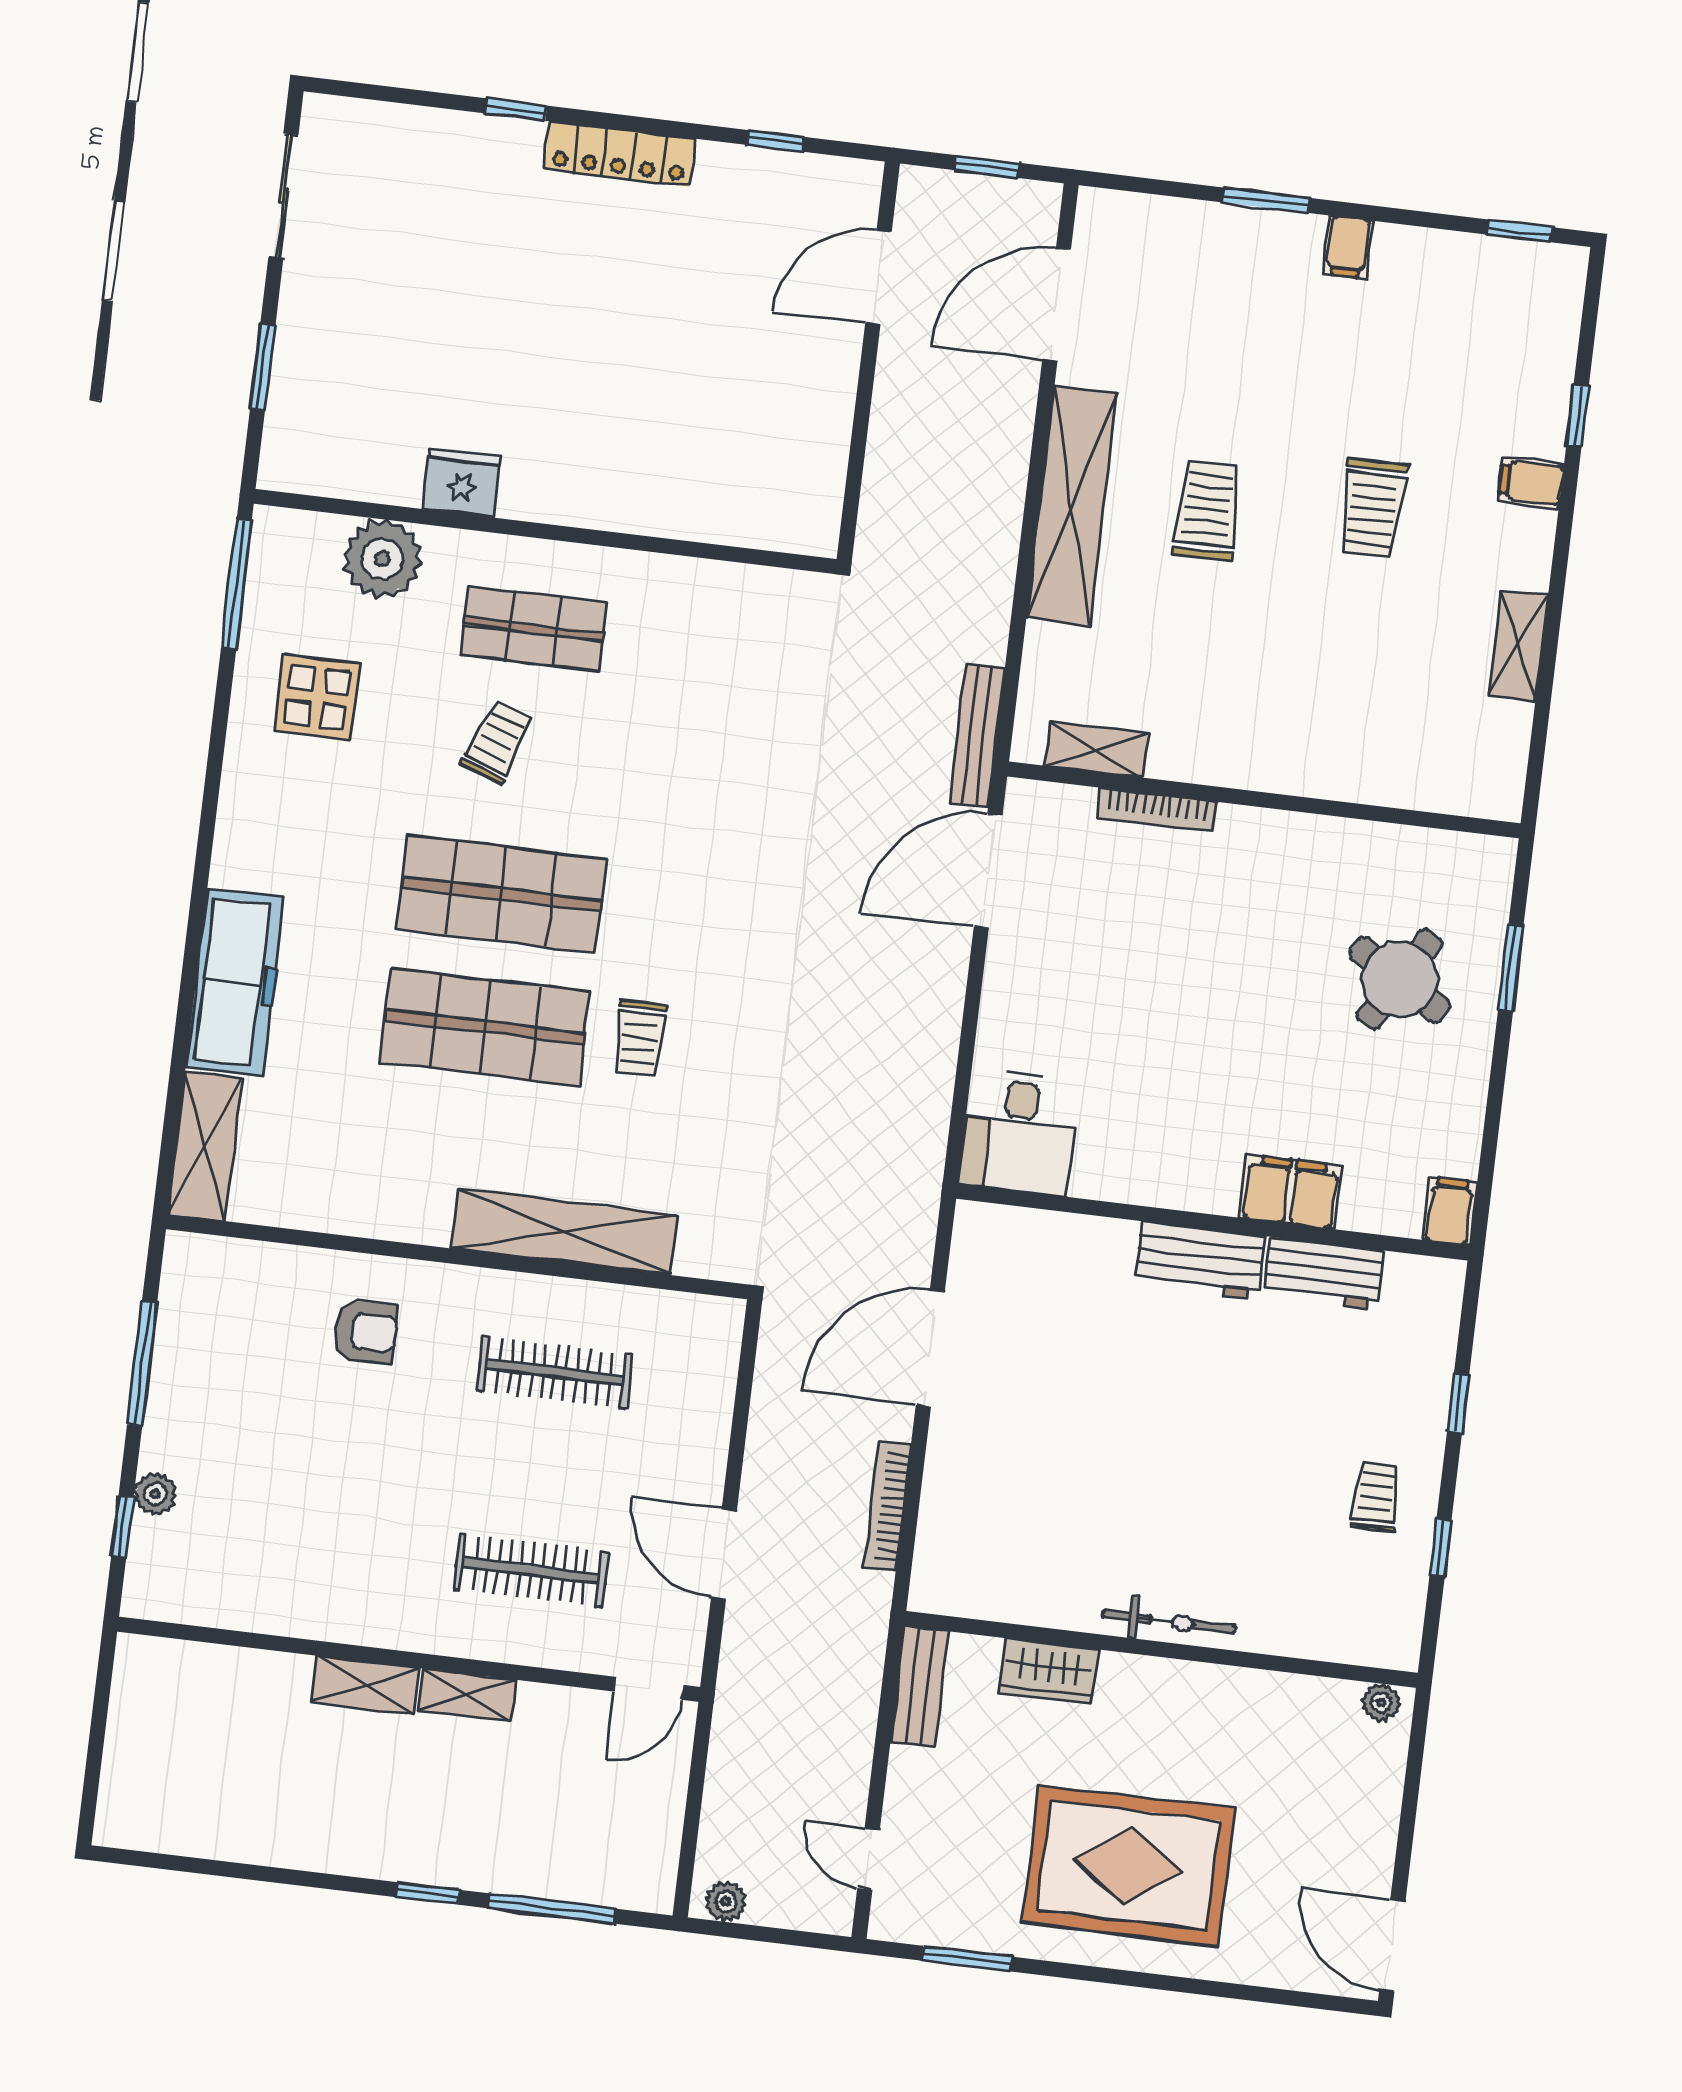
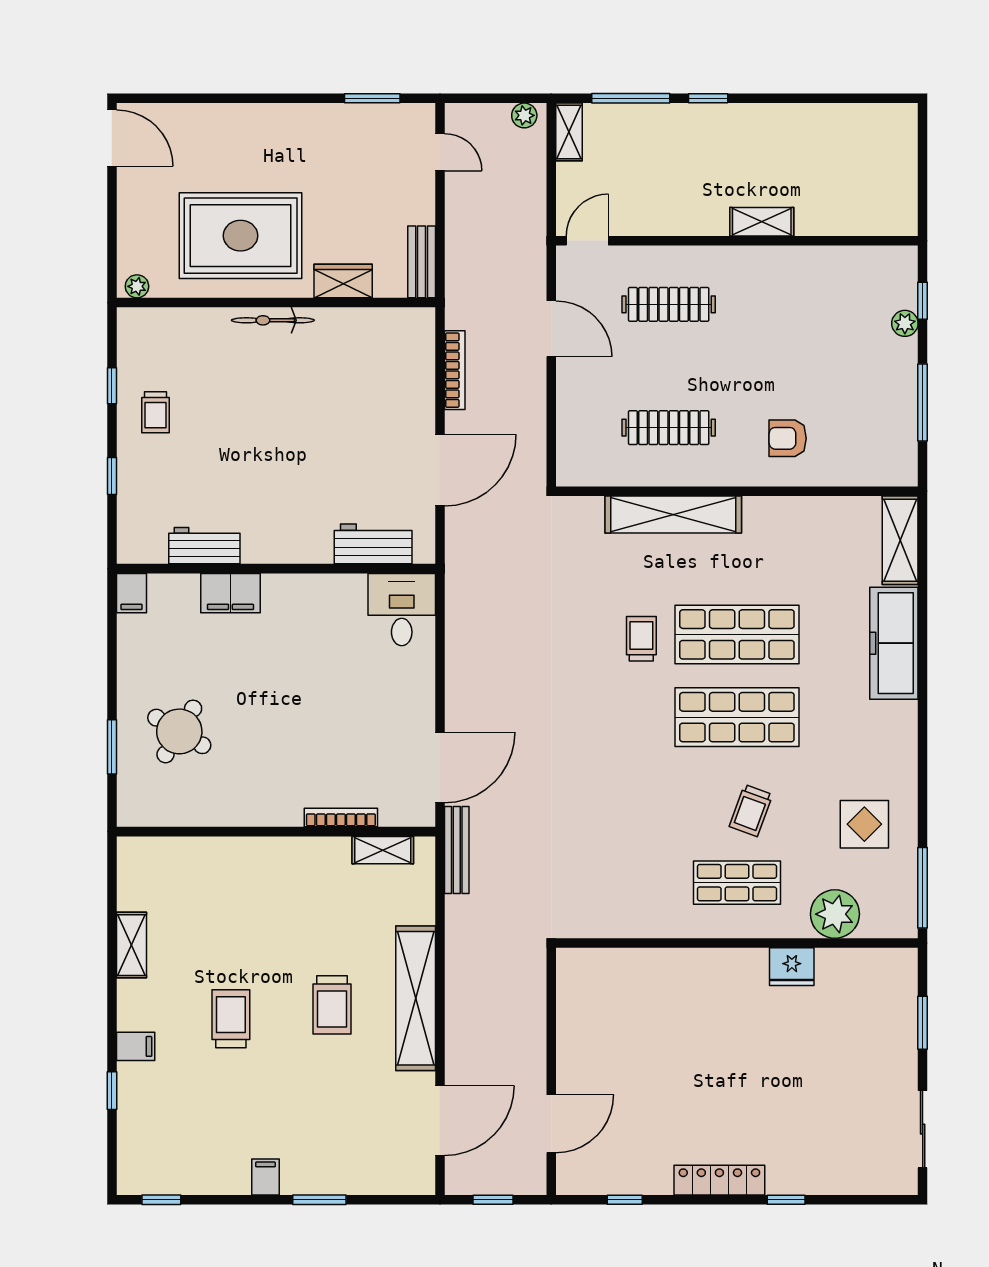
workbench: (1200, 1261) -> (373, 544), moved
shelving: (467, 1695) -> (569, 132), moved, turned 90
rug: (1129, 1866) -> (241, 236), moved

